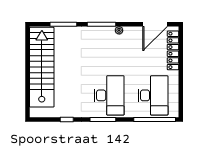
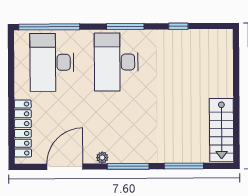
door: (155, 24) -> (65, 167), moved
stairs: (42, 67) -> (221, 130), width x0.54, depth x0.66

